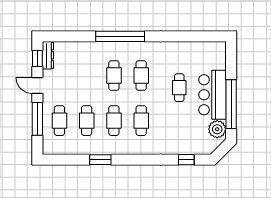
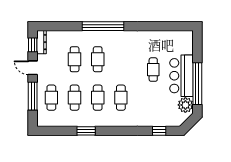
cafe table: (141, 75) -> (75, 59), moved

